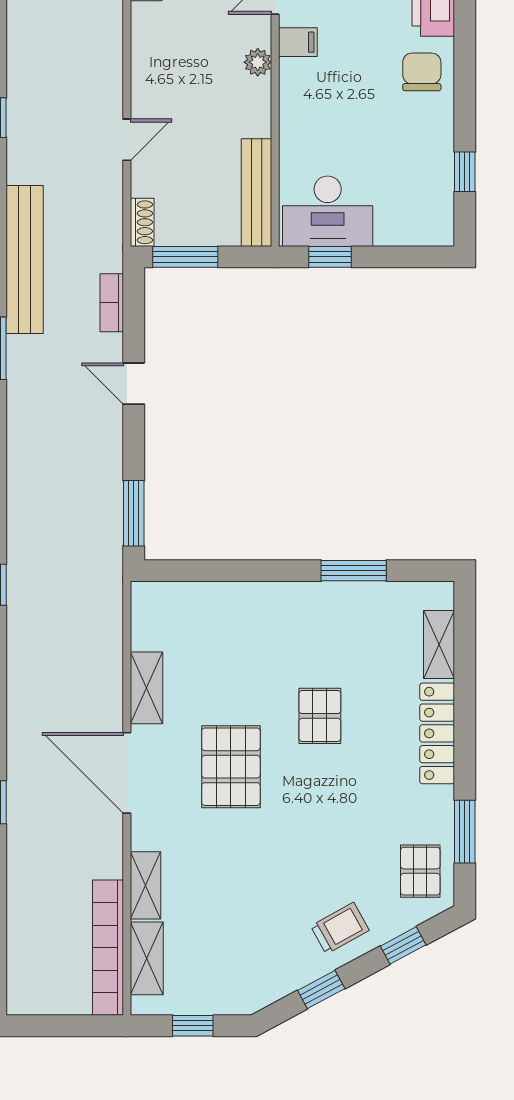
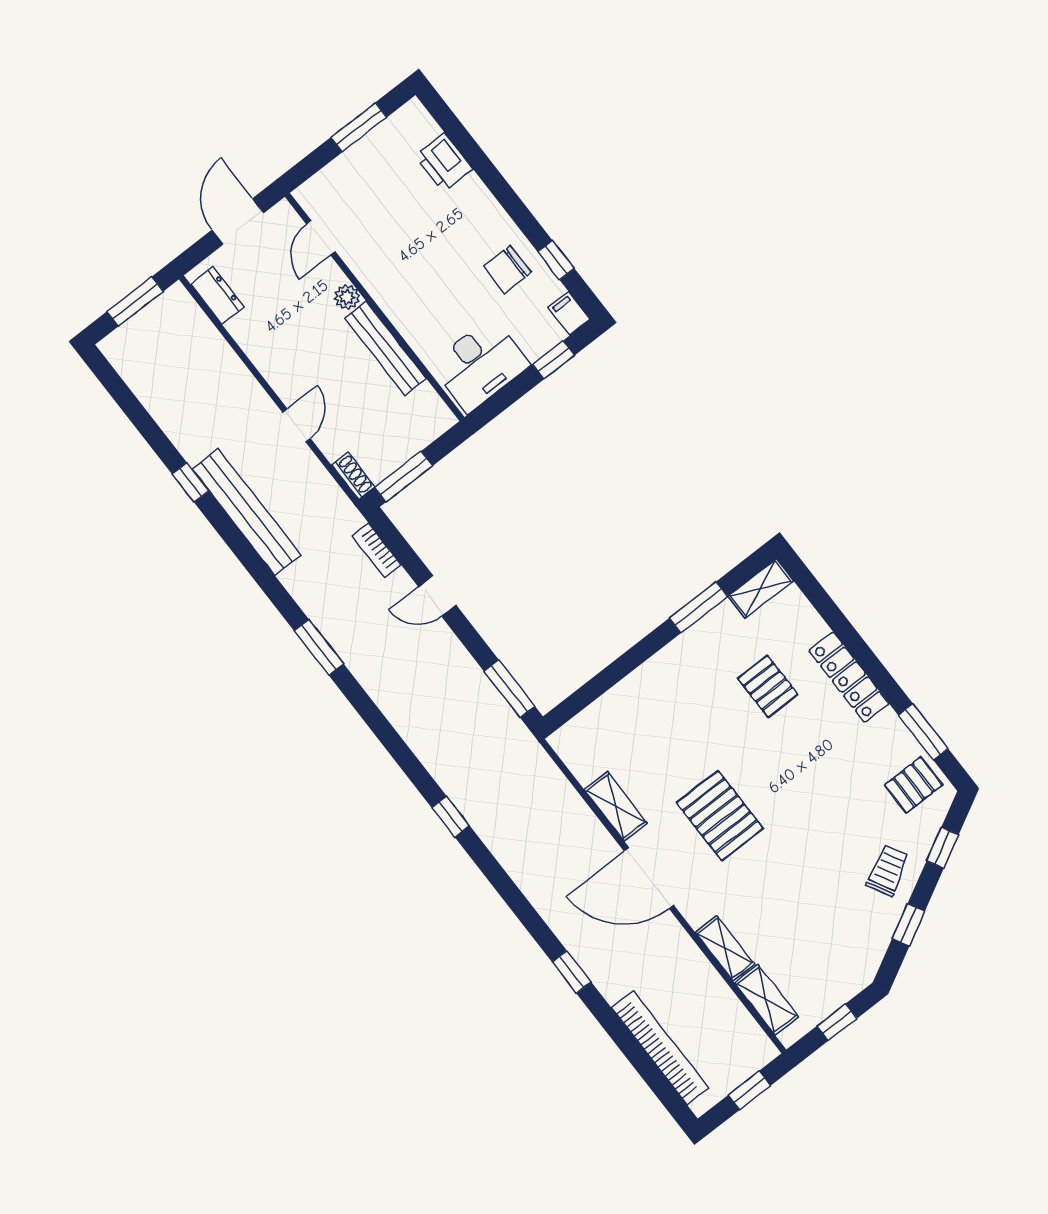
filing cabinet: (298, 42) -> (569, 314), moved, turned -90
chair: (422, 72) -> (507, 269), moved, turned -90
bench: (257, 193) -> (385, 348), moved
window: (330, 257) -> (554, 360), moved
bench: (25, 259) -> (247, 512), moved
shelving: (439, 644) -> (761, 588), moved, turned 90
pallet: (320, 716) -> (768, 686), moved
pallet: (420, 871) -> (914, 785), turned 90
bookcase: (108, 948) -> (660, 1048), moved, turned 180
window: (70, 1026) -> (749, 1090), added

